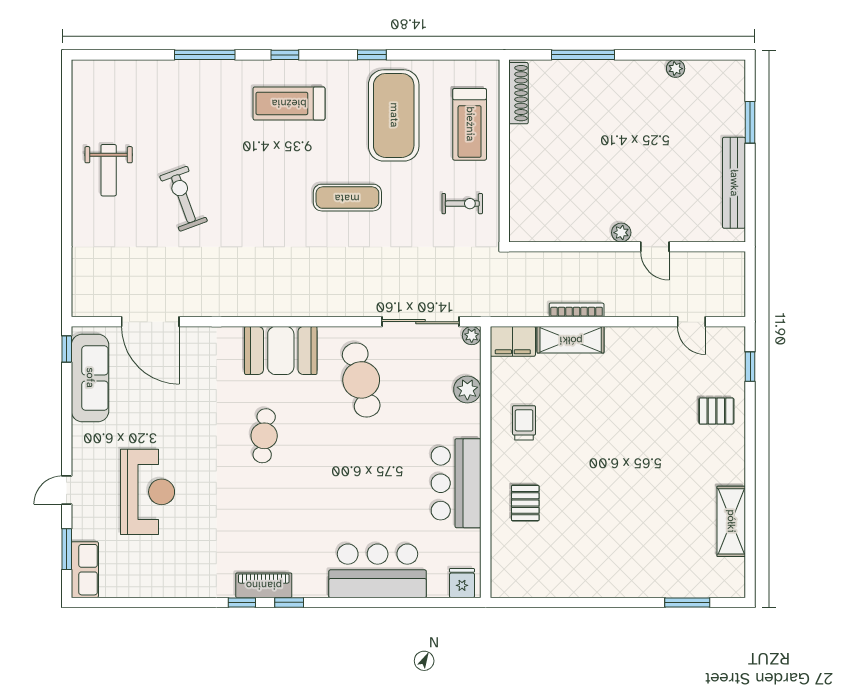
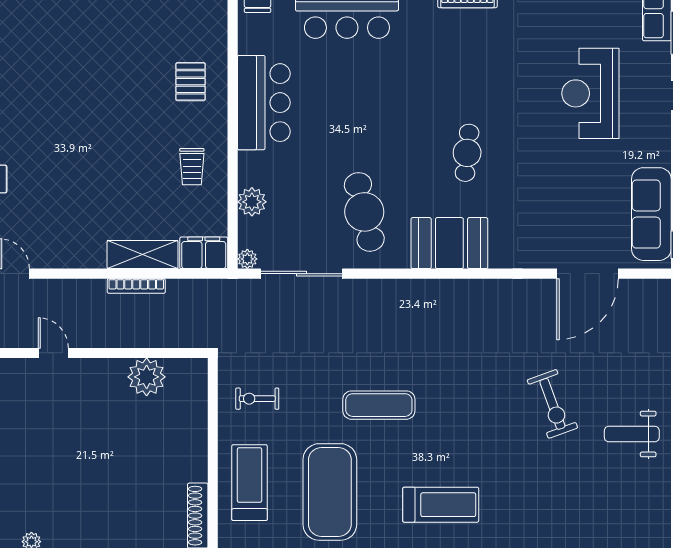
weight bench: (109, 170) -> (632, 434), turned -90
plant: (621, 233) -> (147, 377), moved, width x1.87, depth x1.87
door: (150, 322) -> (588, 274), swing flipped

